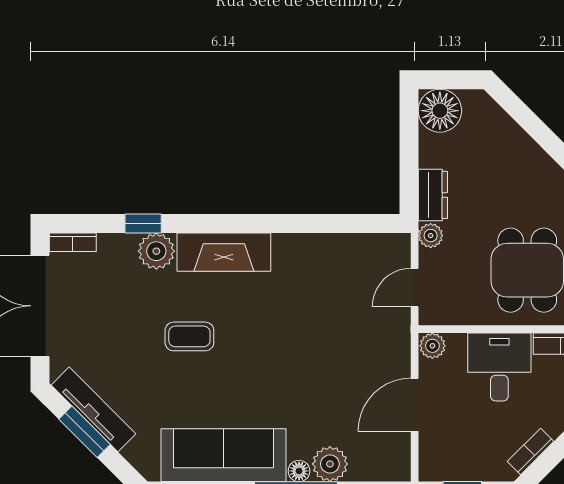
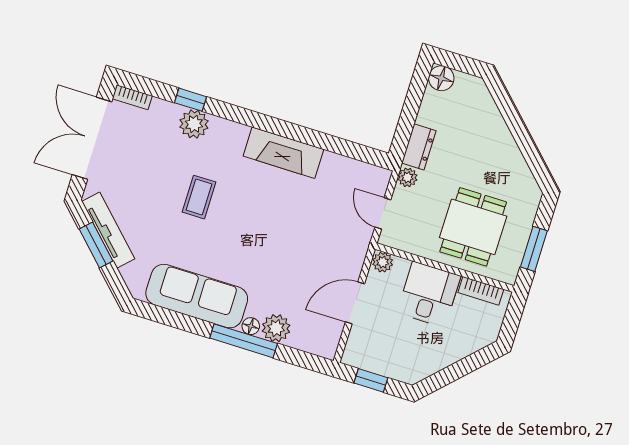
floor lamp: (440, 111) -> (441, 78), width x0.73, depth x0.73
fireplace: (224, 252) -> (283, 153), moved
door: (415, 288) -> (383, 213), hinge flipped
coffee table: (189, 336) -> (199, 197), turned 90
bookcase: (531, 451) -> (433, 366), removed

